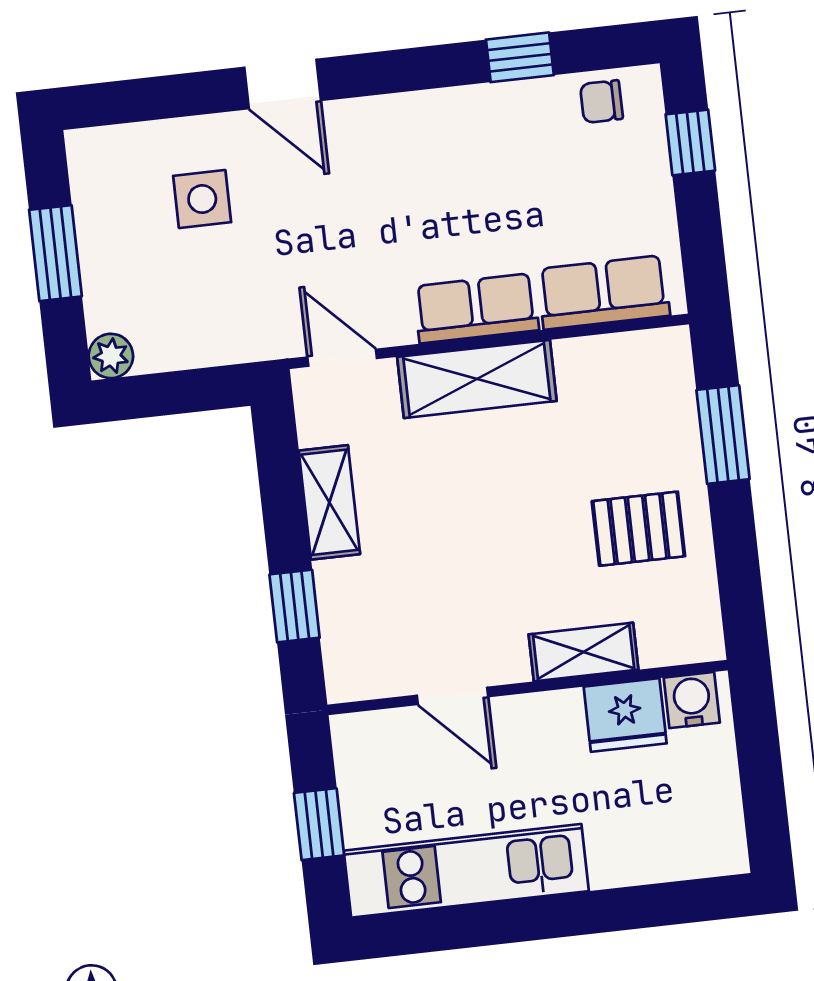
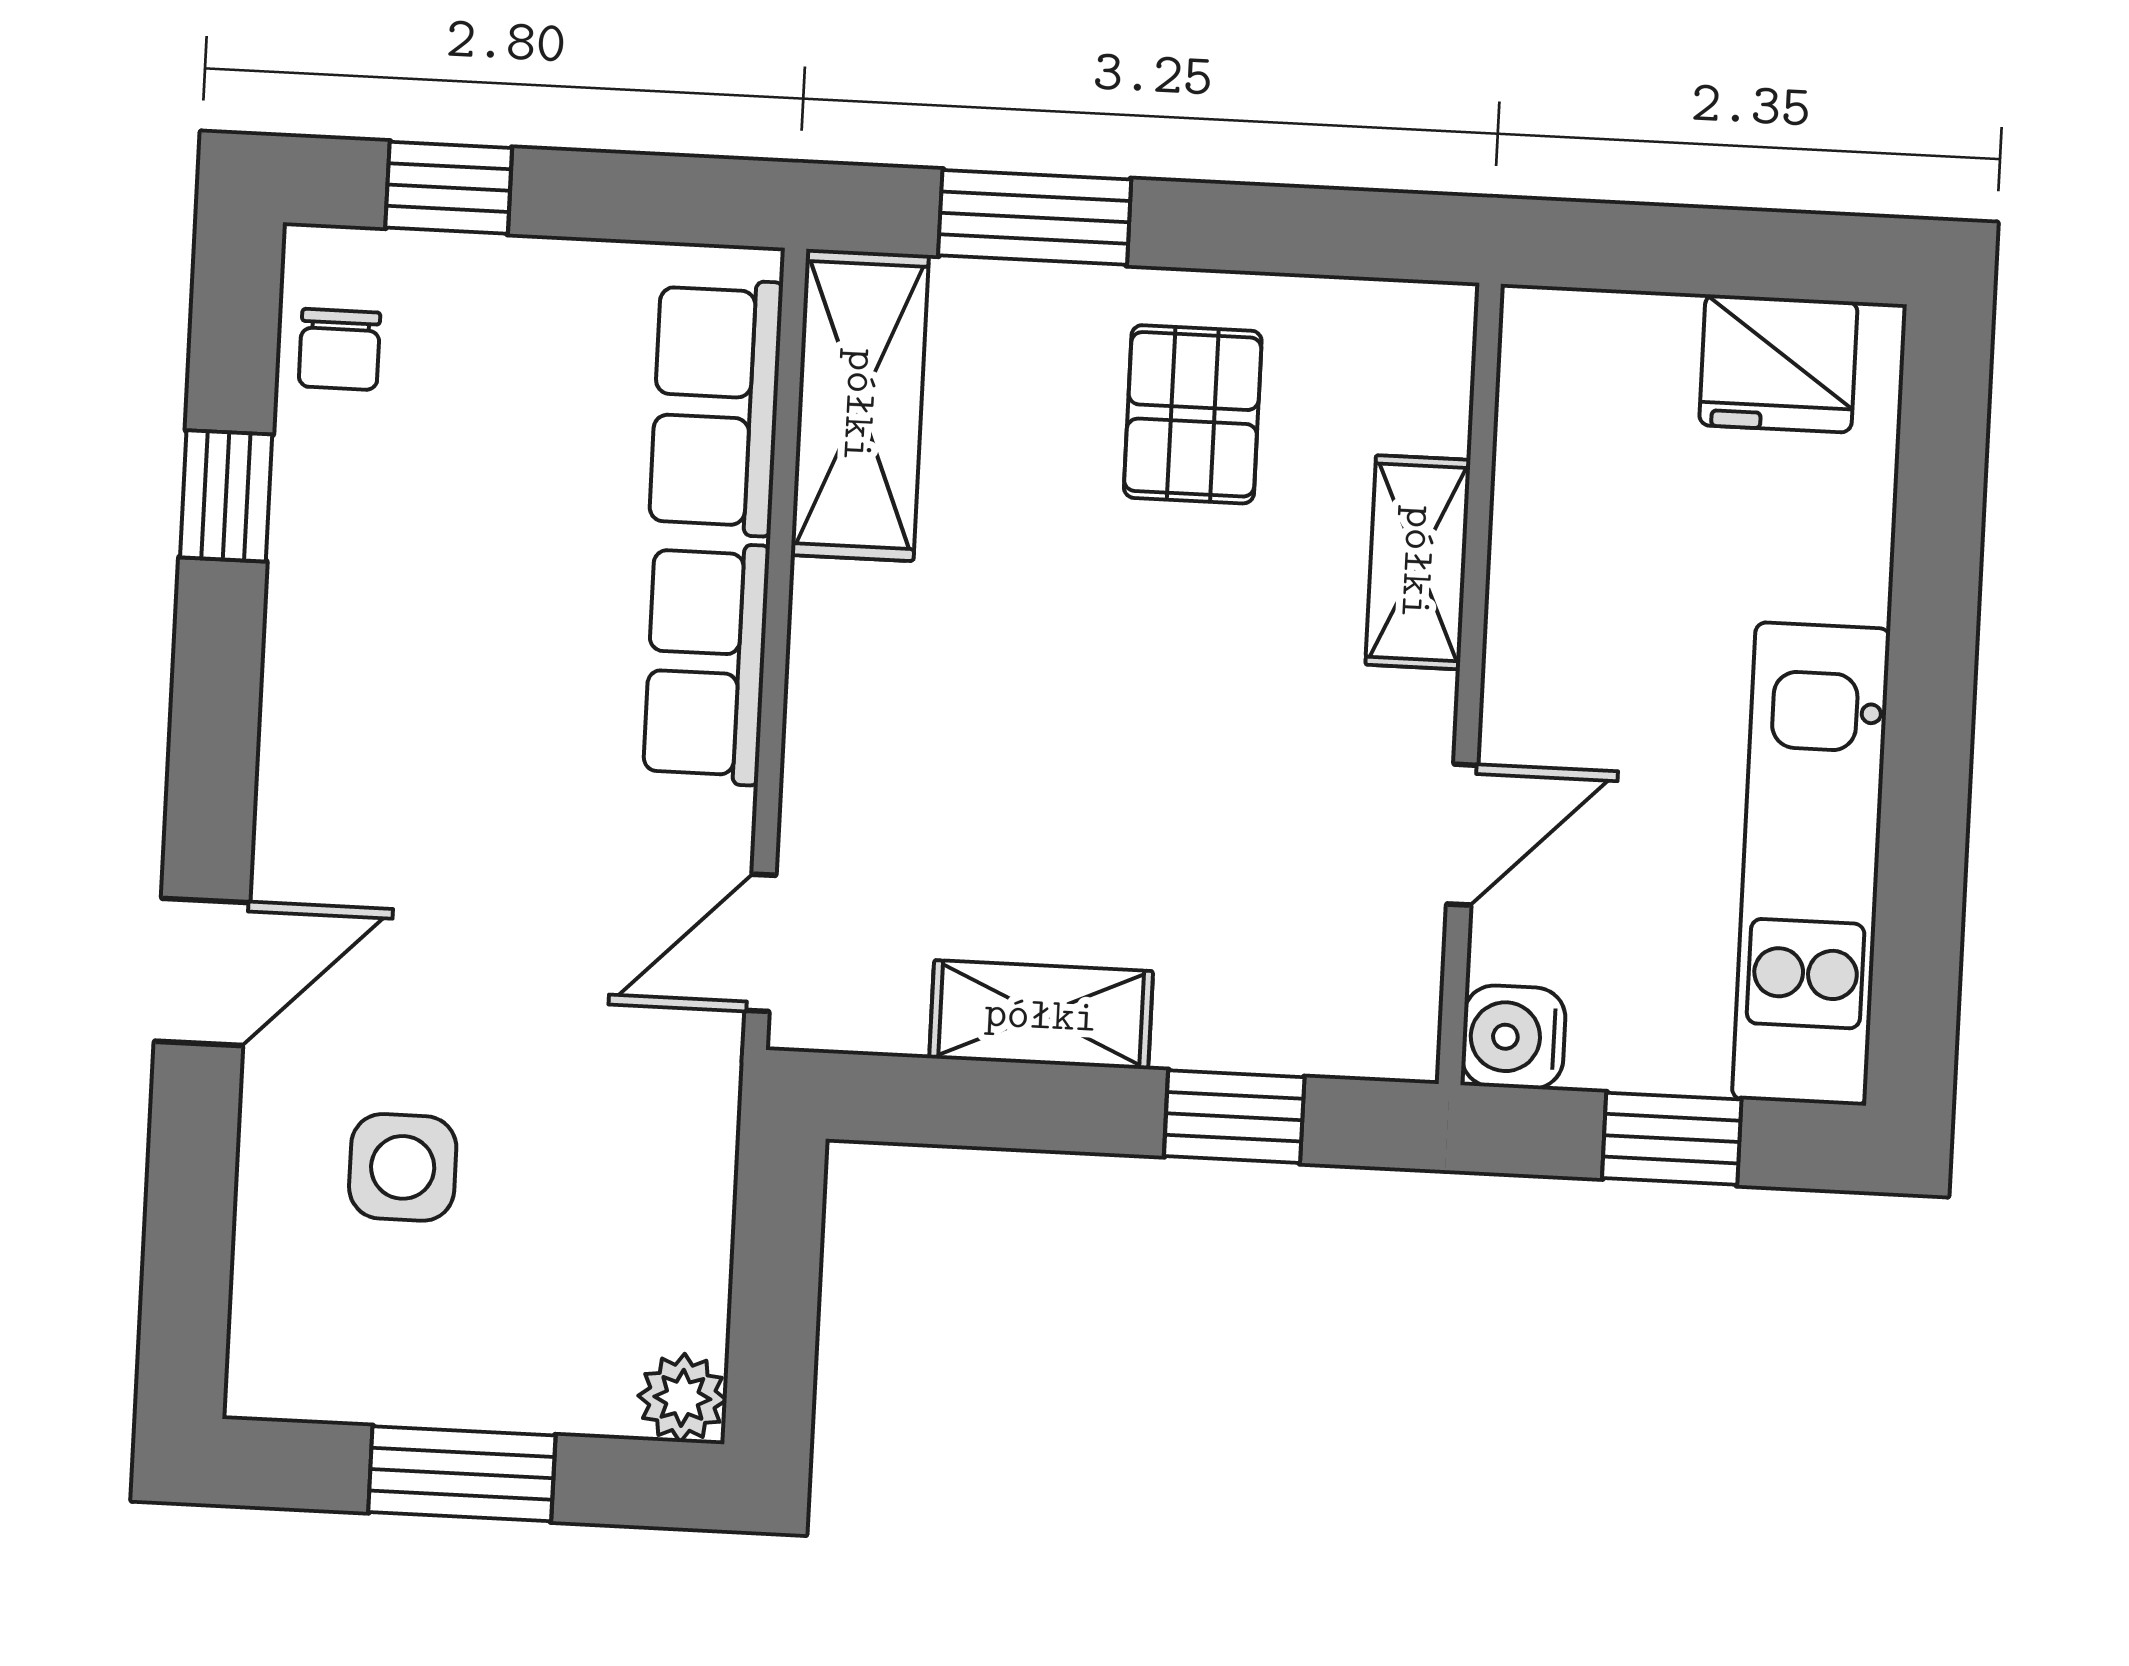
shelving: (477, 379) -> (860, 405), moved
water cooler: (692, 700) -> (1513, 1037), moved
fridge: (625, 715) -> (1778, 364), moved, turned 90

